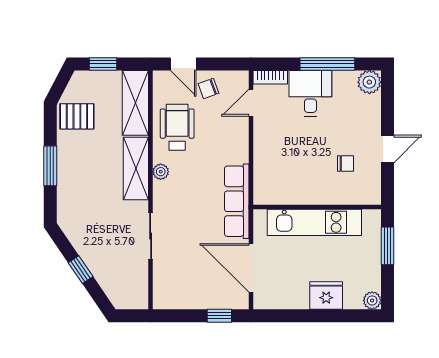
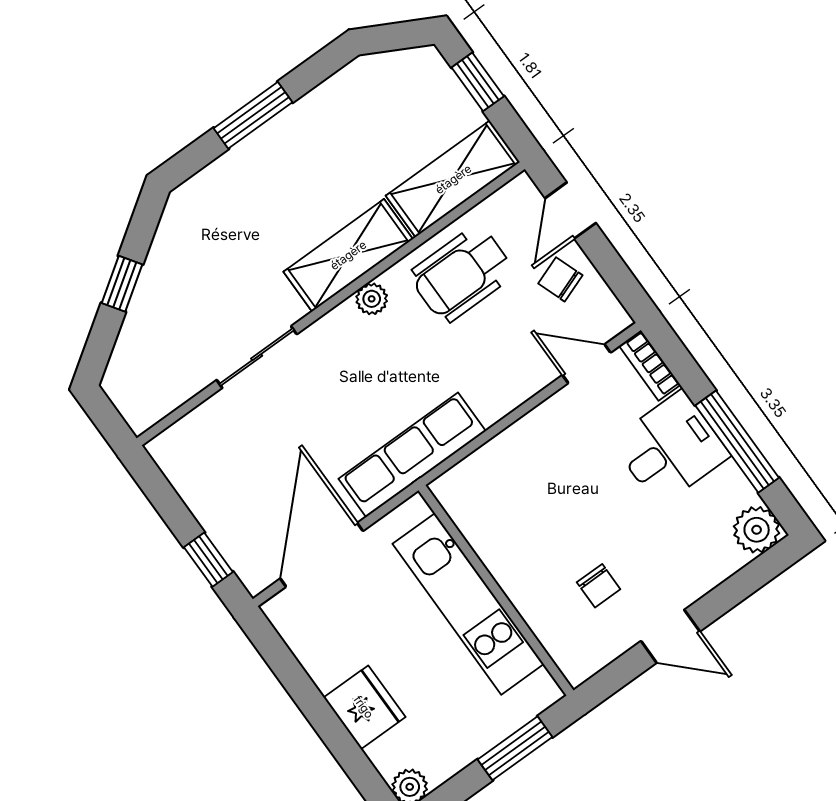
pallet: (77, 116) -> (363, 101), removed
wheelchair: (177, 127) -> (462, 274), turned 180

